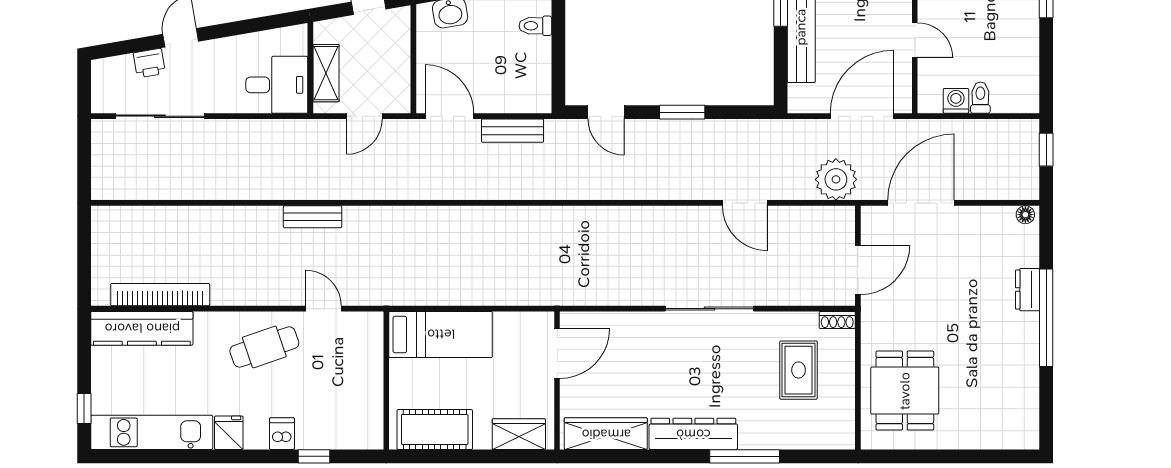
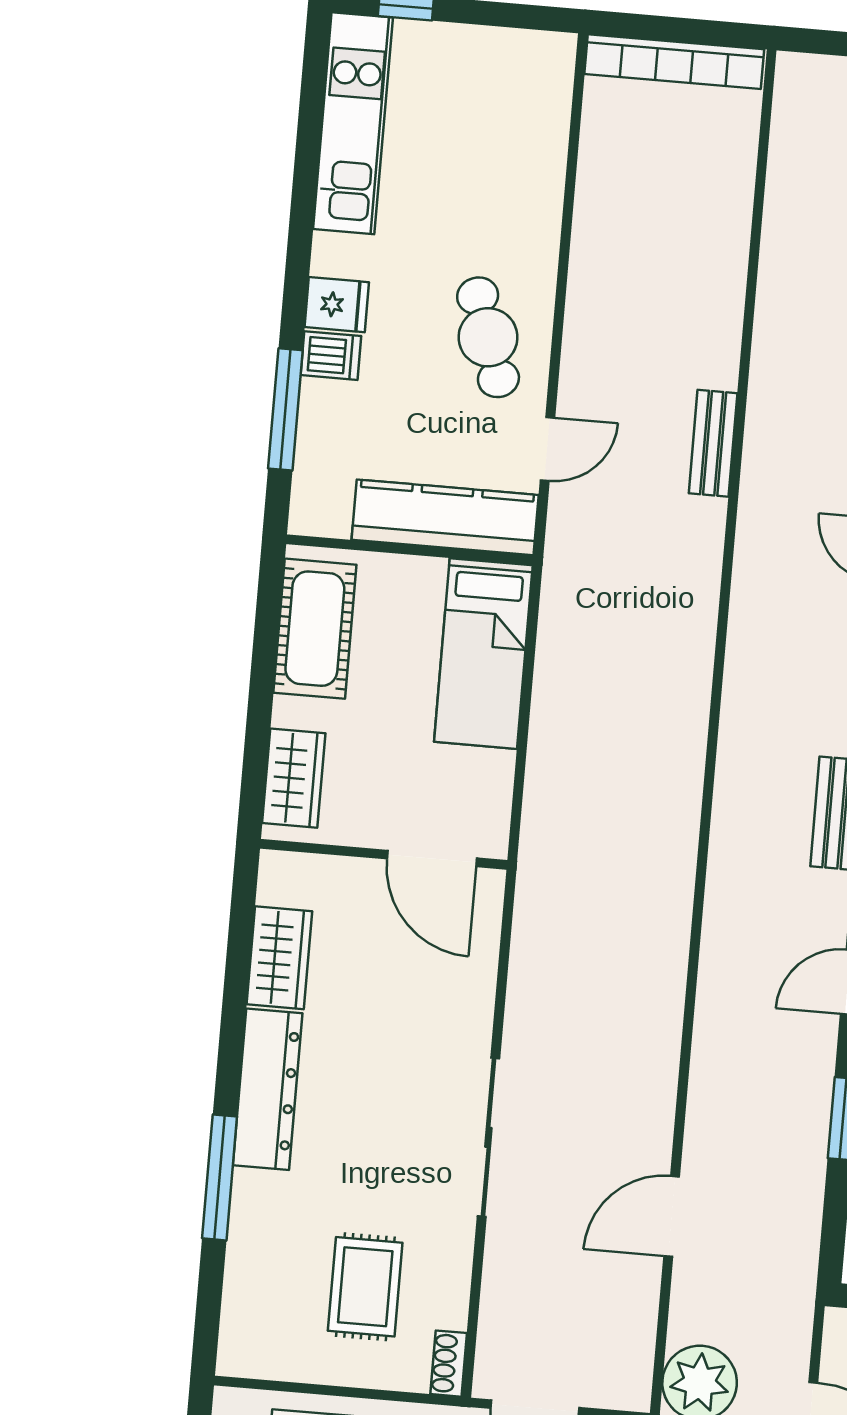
bookcase: (160, 295) -> (674, 62), moved, turned 90
kitchen counter: (142, 328) -> (445, 517), moved, turned 90
rug: (799, 370) -> (365, 1287), turned 90
fridge: (229, 433) -> (337, 305), moved
wardrobe: (606, 434) -> (279, 958), width x0.67
window: (314, 456) -> (285, 409), width x2.17

